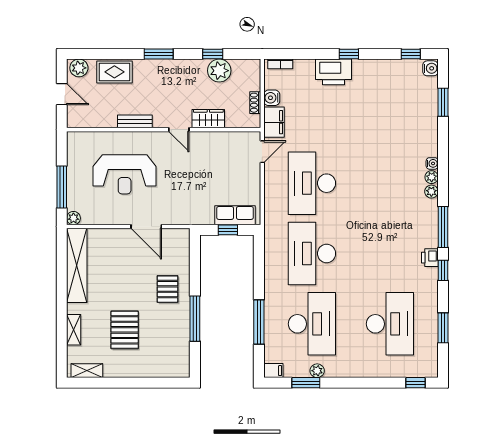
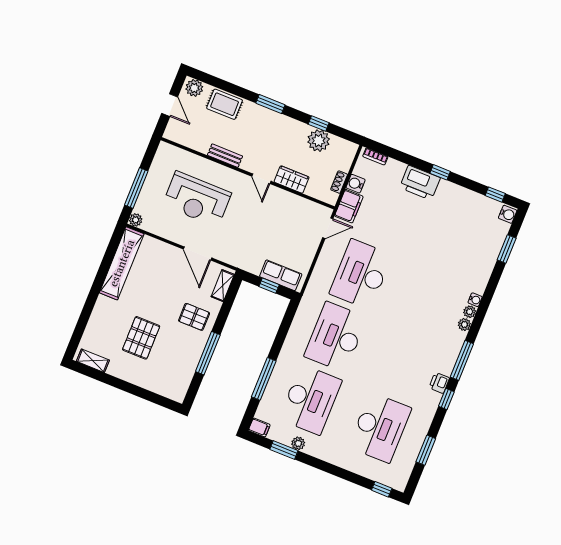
pallet: (167, 289) -> (194, 317), turned 90
shelving: (74, 330) -> (223, 286), moved

